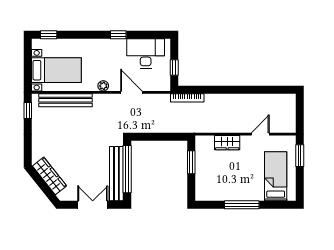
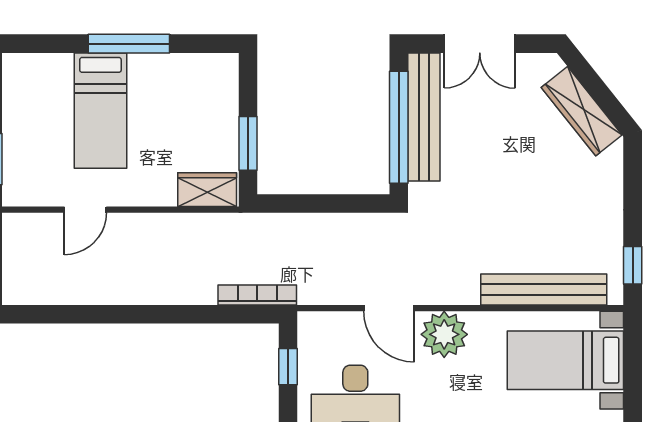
plant: (103, 86) -> (444, 334), width x1.87, depth x1.87
wardrobe: (227, 143) -> (207, 190), moved
bed: (276, 176) -> (100, 111), moved

